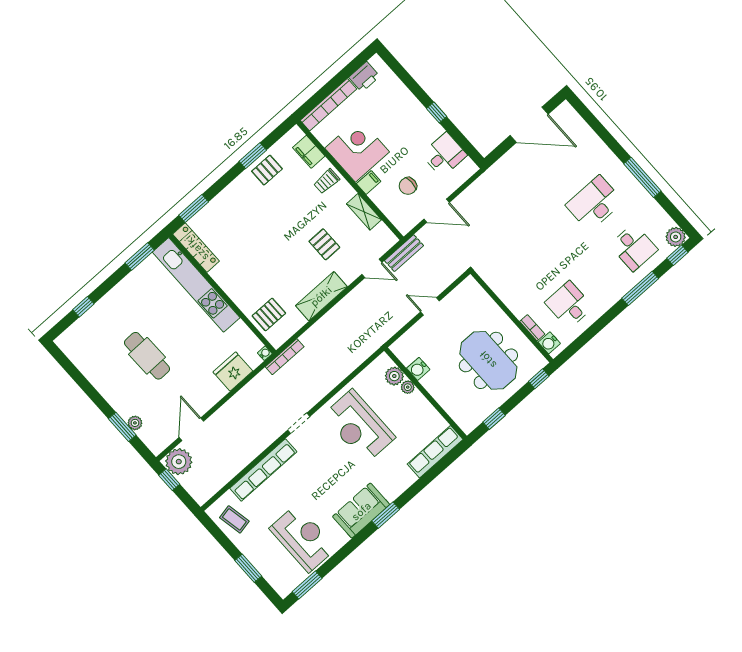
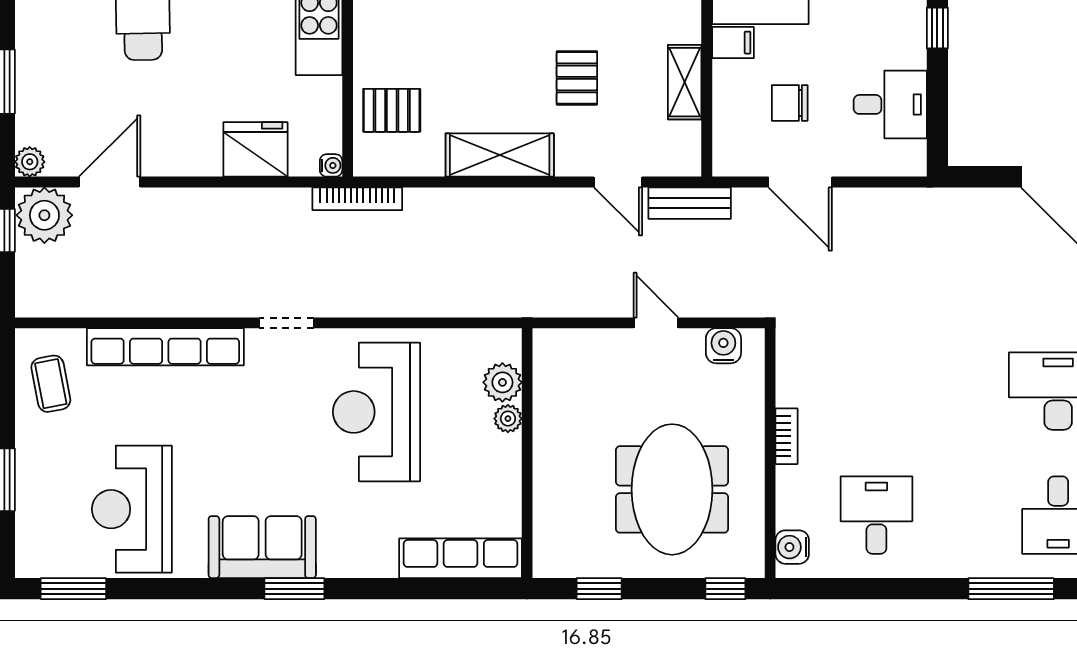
bookcase: (532, 328) -> (786, 436), moved
water cooler: (418, 369) -> (723, 346), moved, turned 90
plant: (135, 423) -> (30, 162), moved
reception desk: (303, 538) -> (132, 509), turned 180

